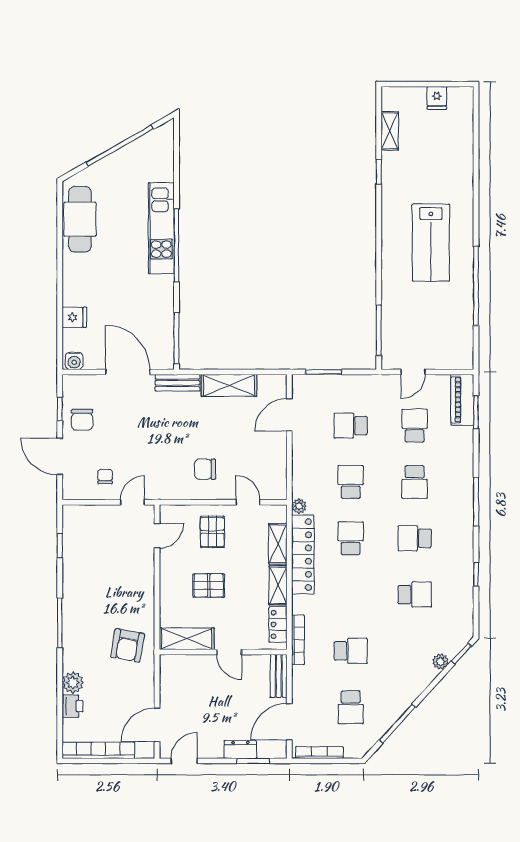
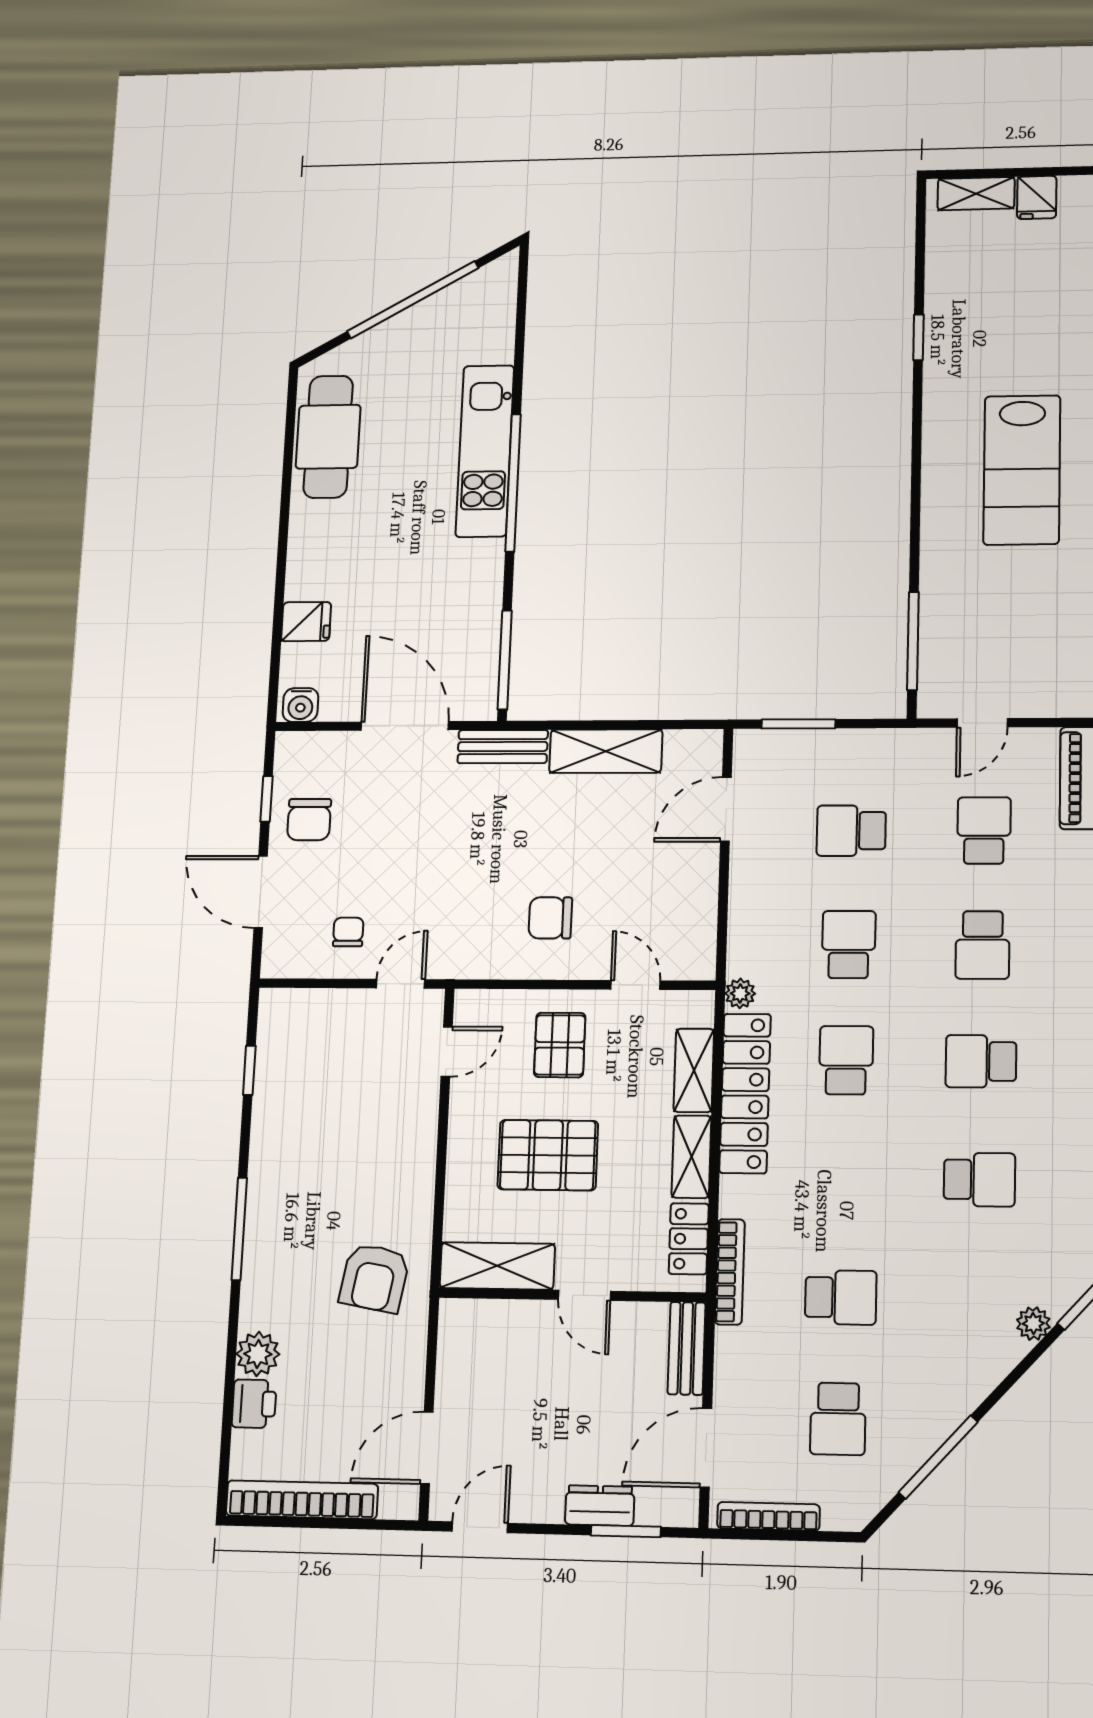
shelving: (390, 131) -> (976, 194), moved, turned 90
pallet: (209, 585) -> (548, 1155), width x1.50, depth x1.42

